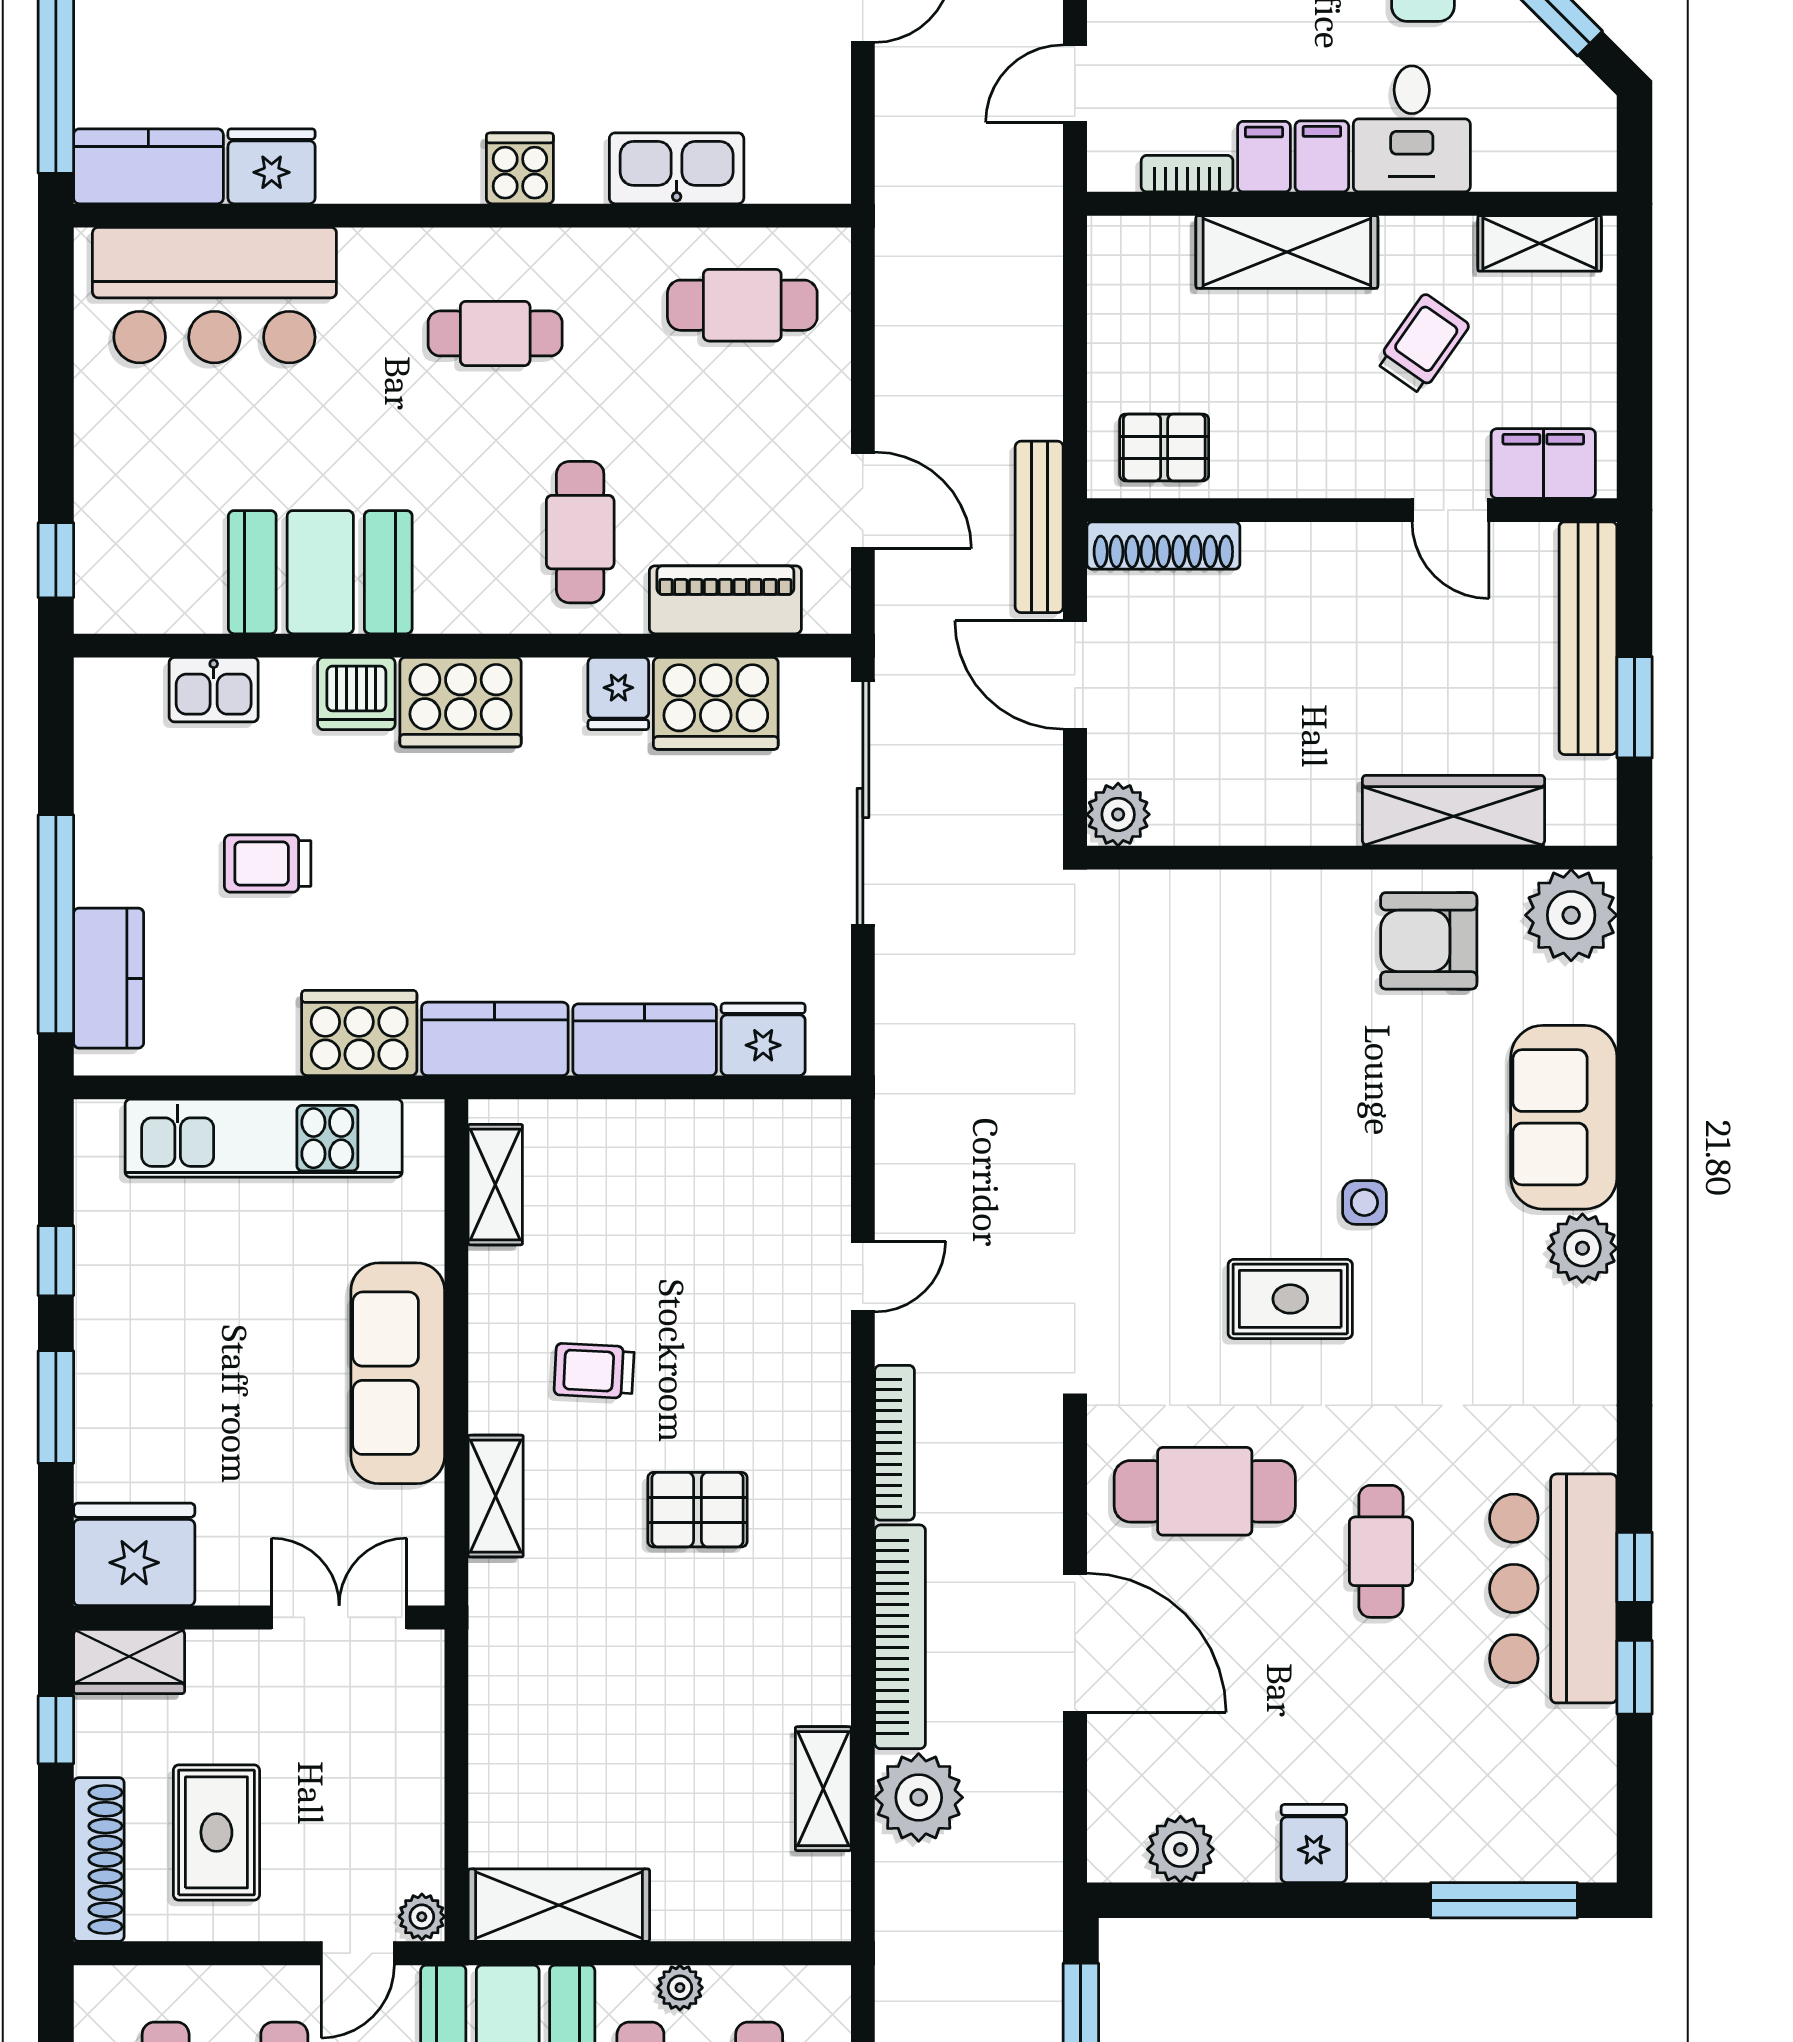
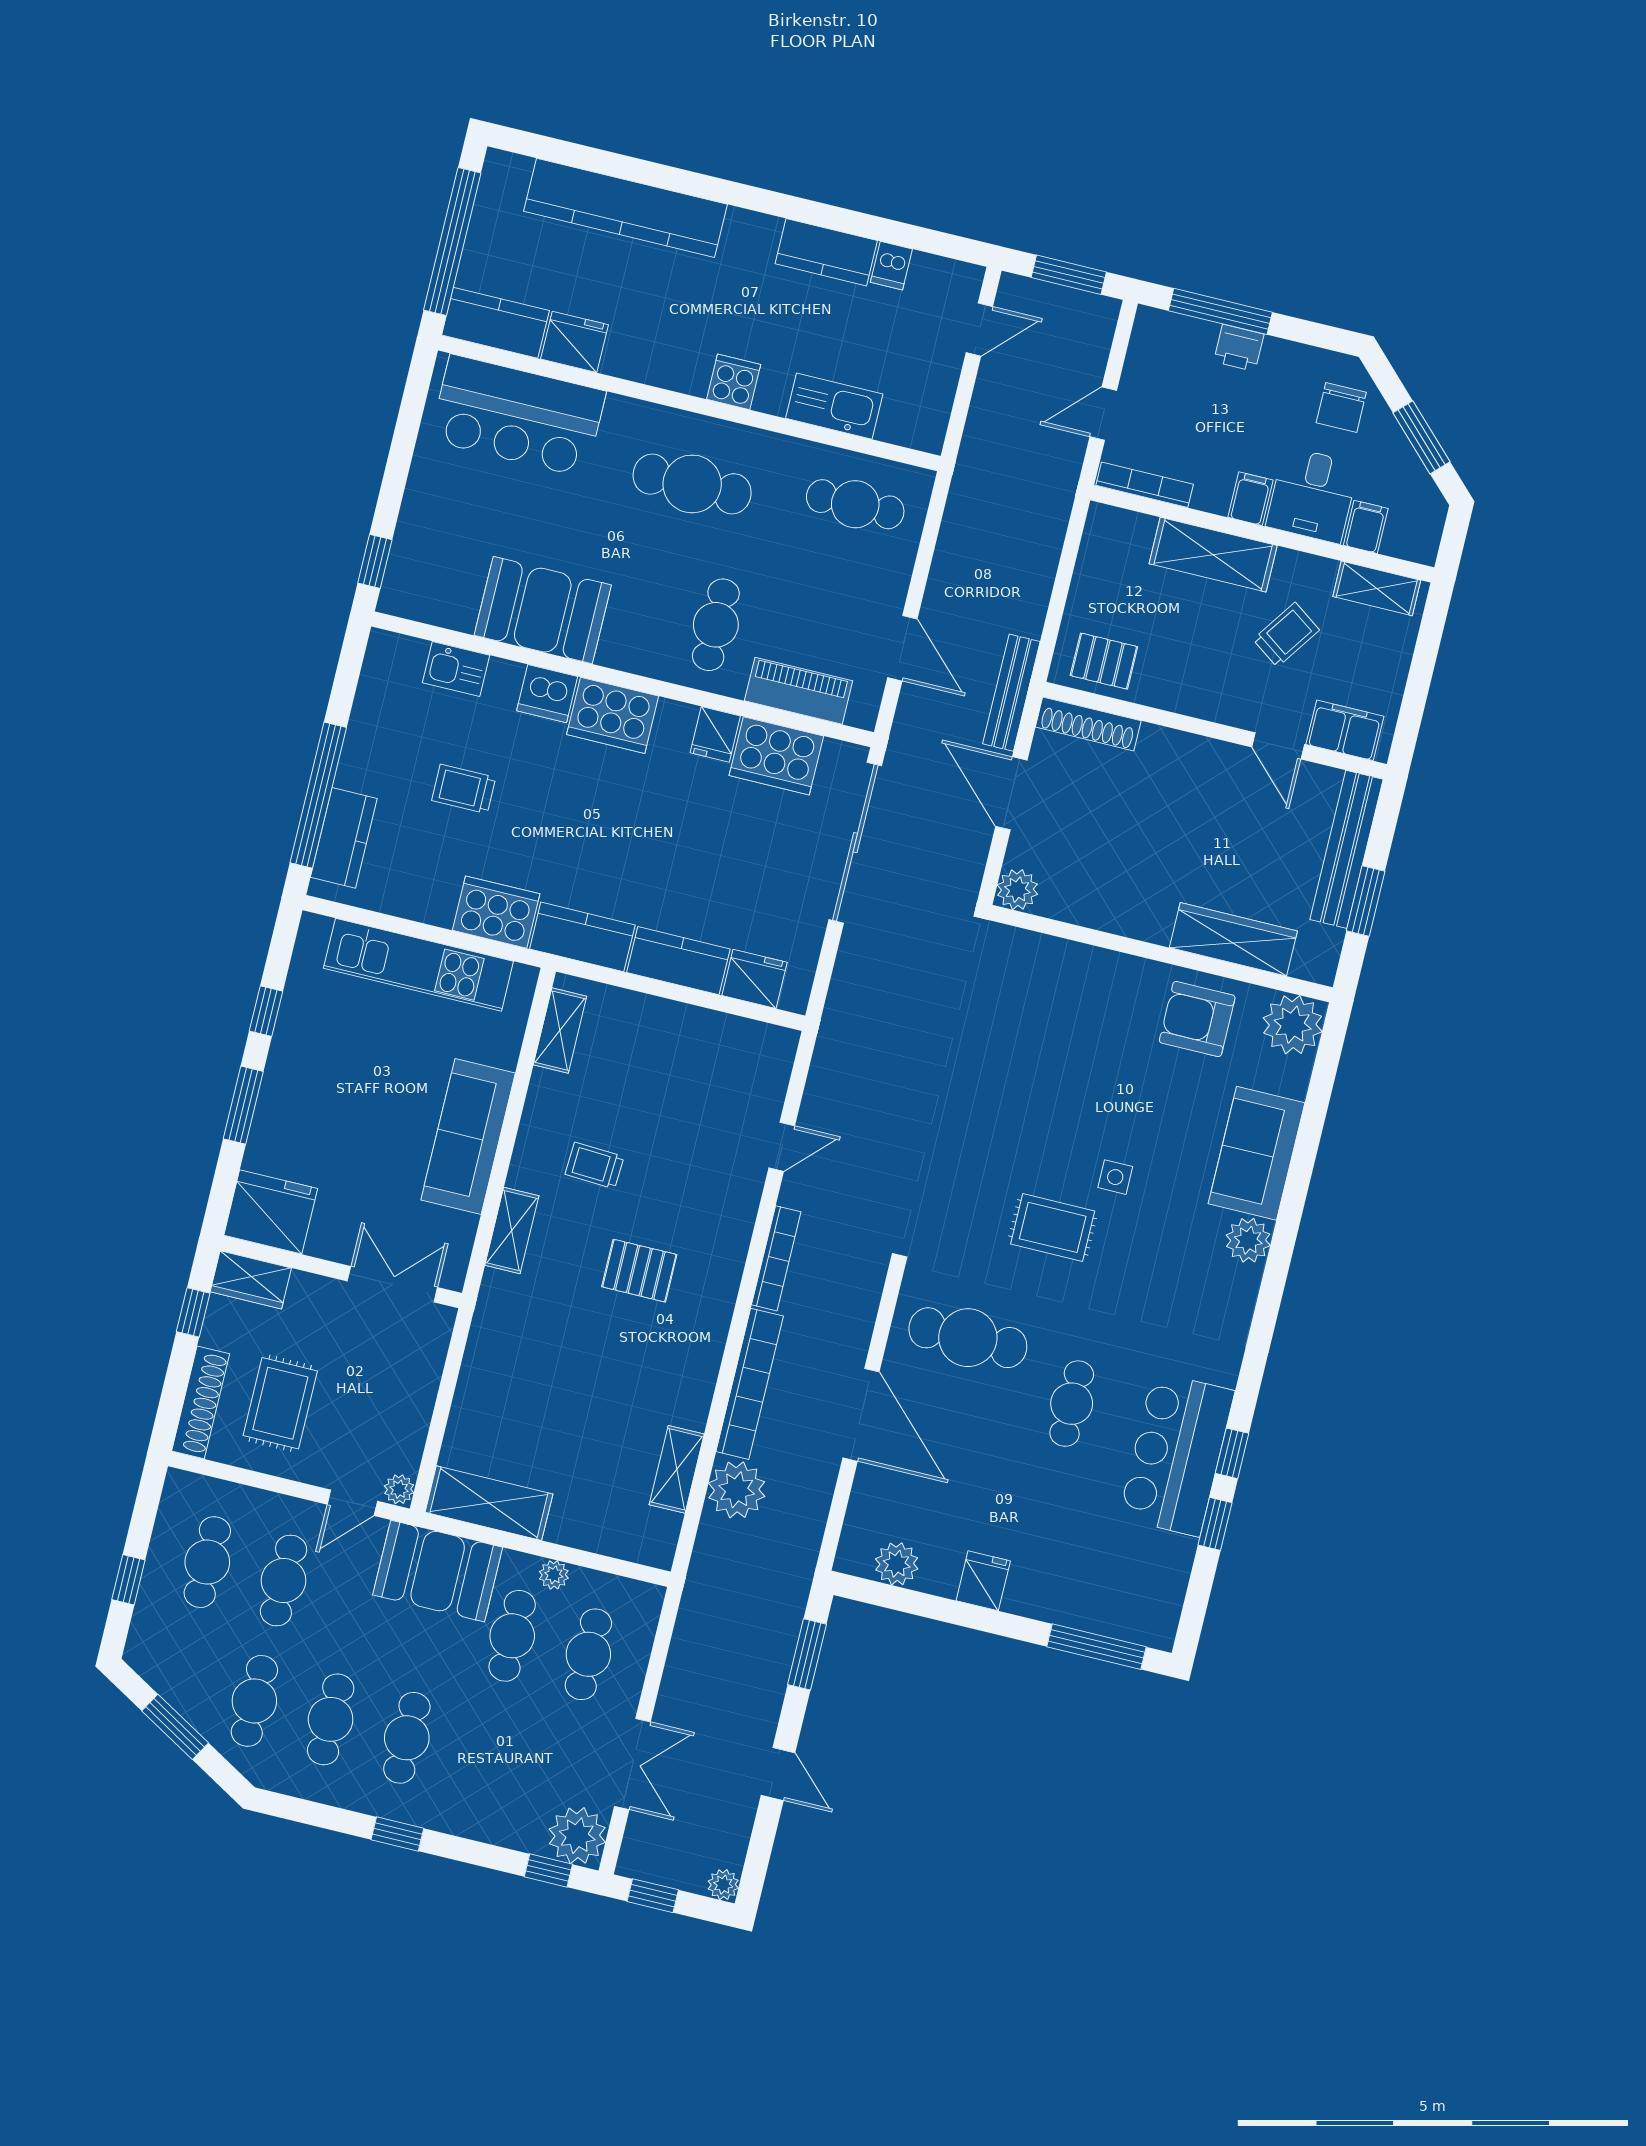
filing cabinet: (1264, 157) -> (1366, 527), moved
bookcase: (1187, 174) -> (1145, 485), width x1.56
cafe table: (495, 333) -> (692, 484), width x1.37, depth x1.35

